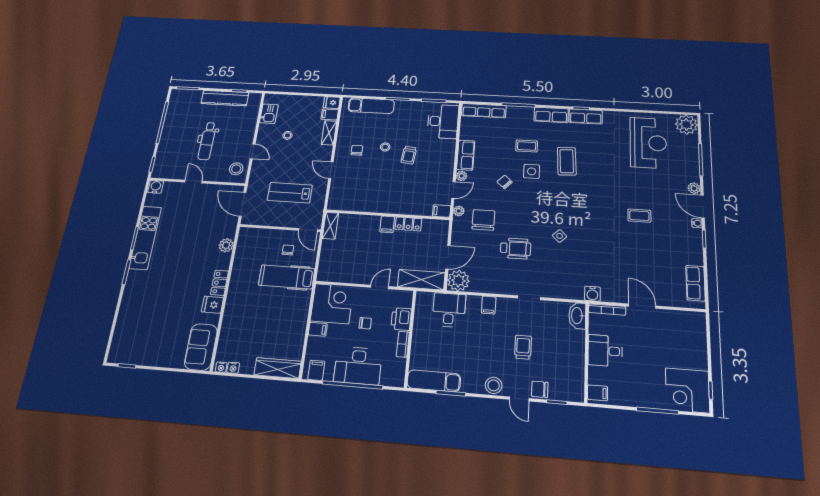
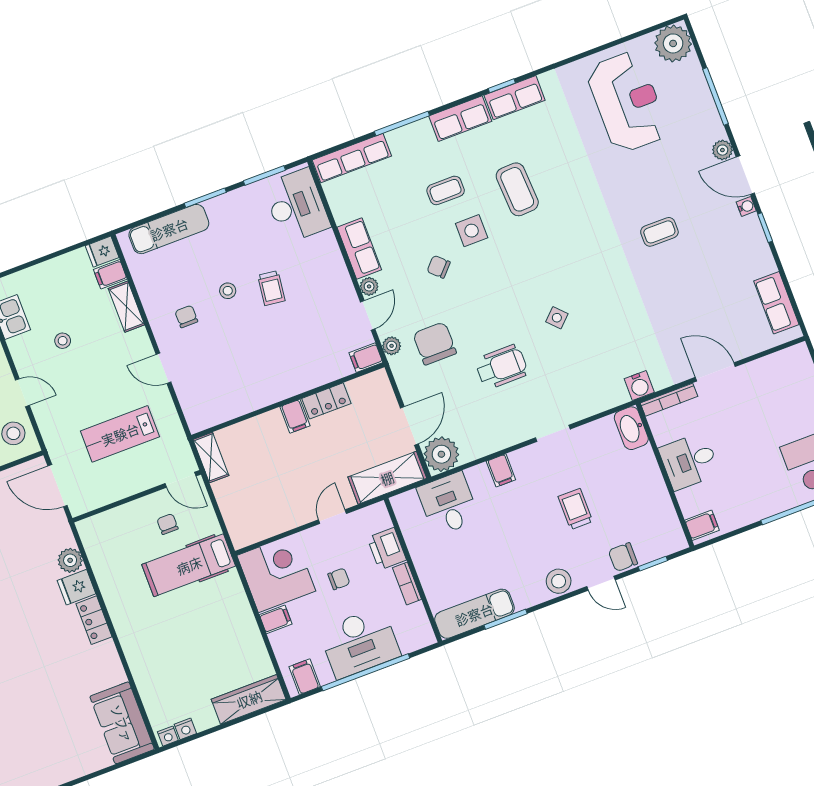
fridge: (212, 305) -> (76, 587), moved

